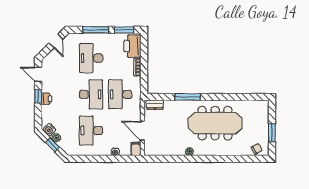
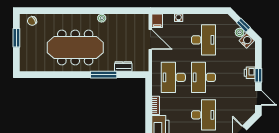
desk: (120, 94) -> (173, 77), turned 180
dresser: (155, 105) -> (123, 66), moved

